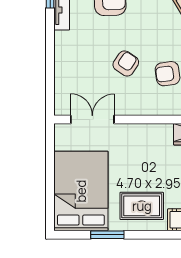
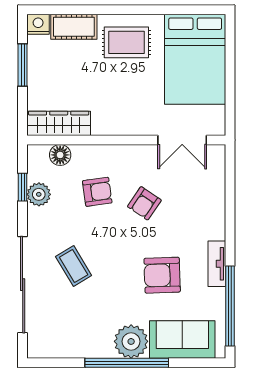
window: (107, 235) -> (165, 10), removed

